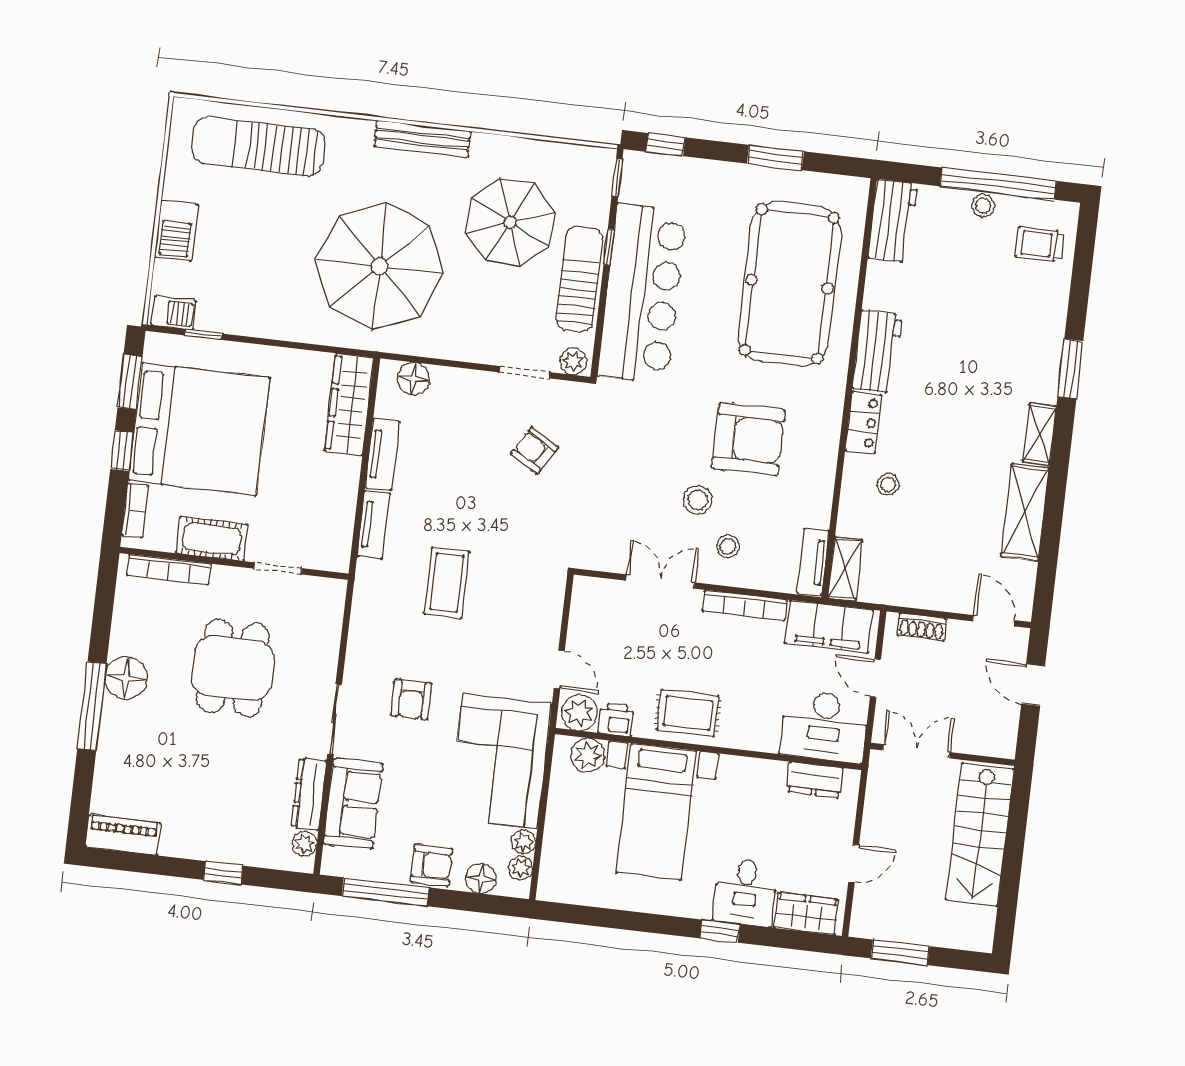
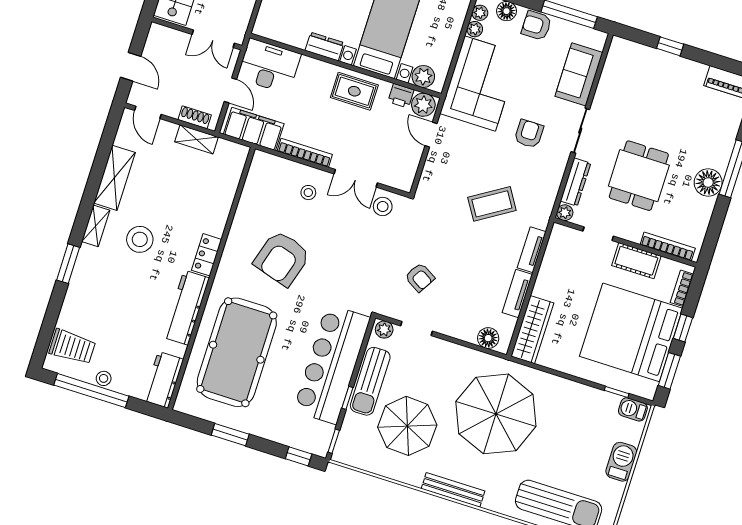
trolley: (1040, 244) -> (72, 347), width x1.36, depth x1.39
workbench: (877, 352) -> (186, 308), width x1.37
armchair: (748, 439) -> (282, 258), turned -73
stool: (888, 484) -> (140, 239), moved, width x1.89, depth x1.89
stool: (698, 500) -> (383, 206), moved
tv unit: (813, 562) -> (256, 172), removed
shelving: (845, 569) -> (196, 139), moved, turned 90
coffee table: (447, 583) -> (492, 204), turned 58
dresser: (815, 780) -> (324, 47), moved
dresser: (309, 794) -> (575, 182), moved
plant: (304, 844) -> (565, 213), moved

